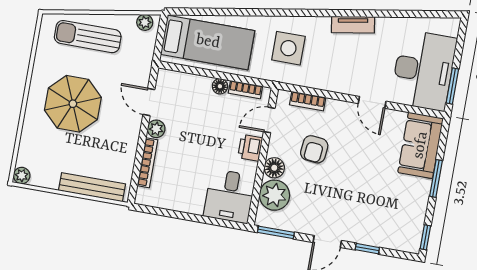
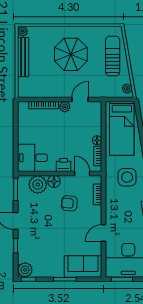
bench: (92, 187) -> (23, 57), moved
plant: (409, 240) -> (25, 270), added

